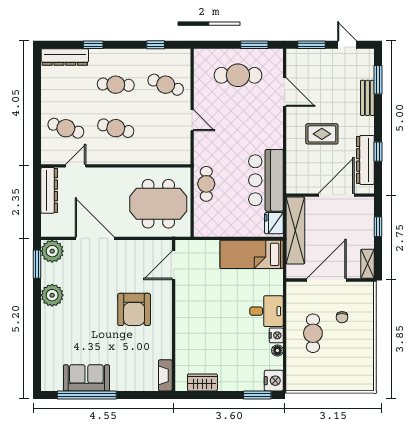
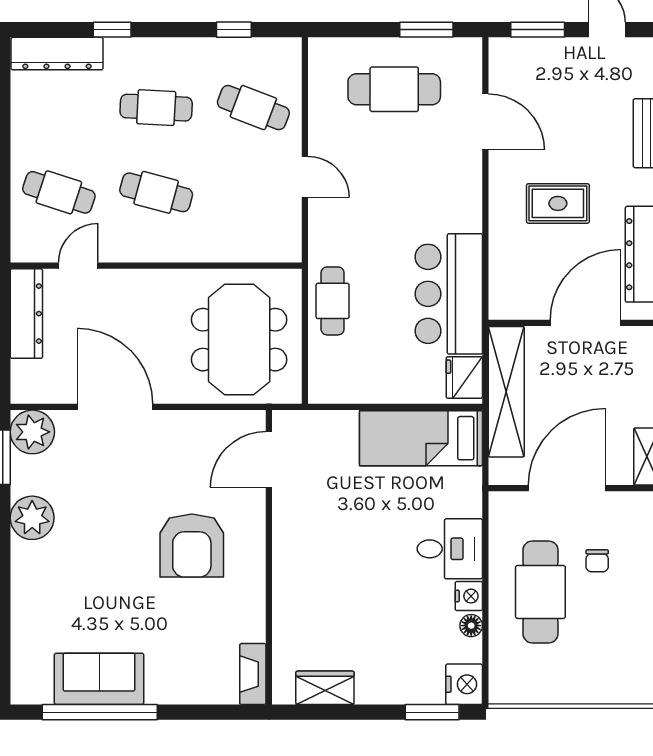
meeting table: (158, 204) -> (239, 340), turned 90
cafe table: (313, 333) -> (540, 592), width x1.37, depth x1.35

